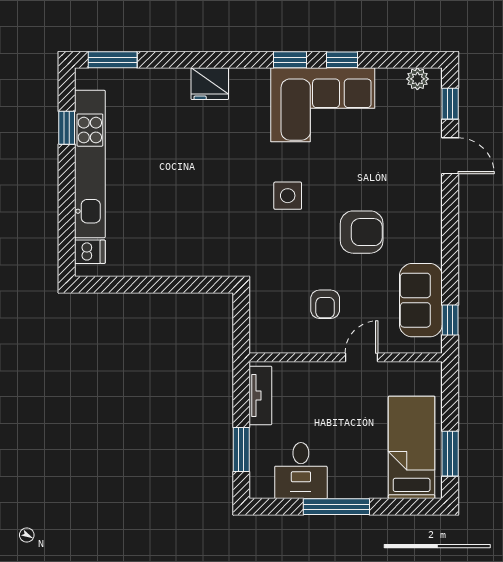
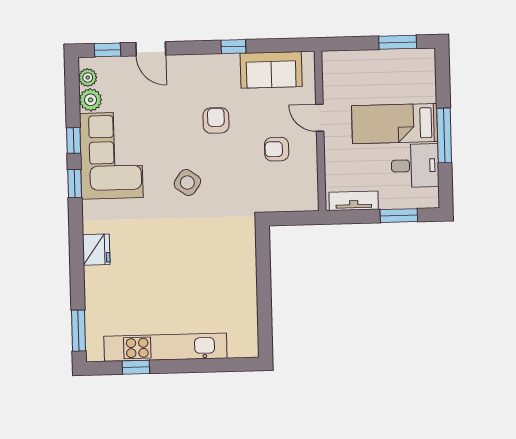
plant: (390, 82) -> (91, 100), added
door: (450, 156) -> (151, 49), swing flipped
side table: (288, 196) -> (187, 183), turned 35
armchair: (362, 232) -> (216, 120), width x0.72, depth x0.72
dishwasher: (90, 252) -> (238, 345), removed
armchair: (325, 304) -> (277, 149), turned 180
window: (450, 320) -> (233, 47), moved
bed: (412, 447) -> (395, 124), moved

